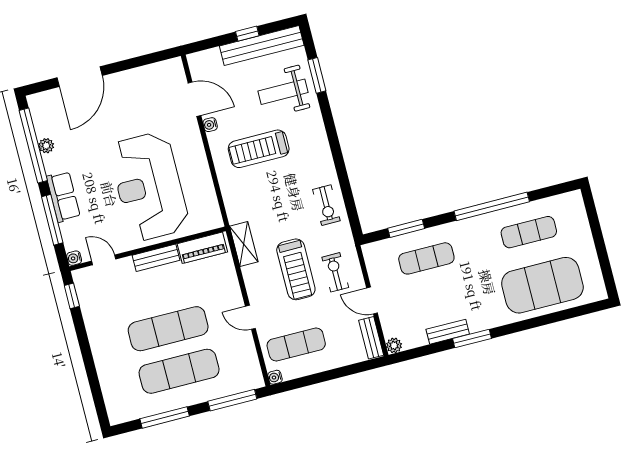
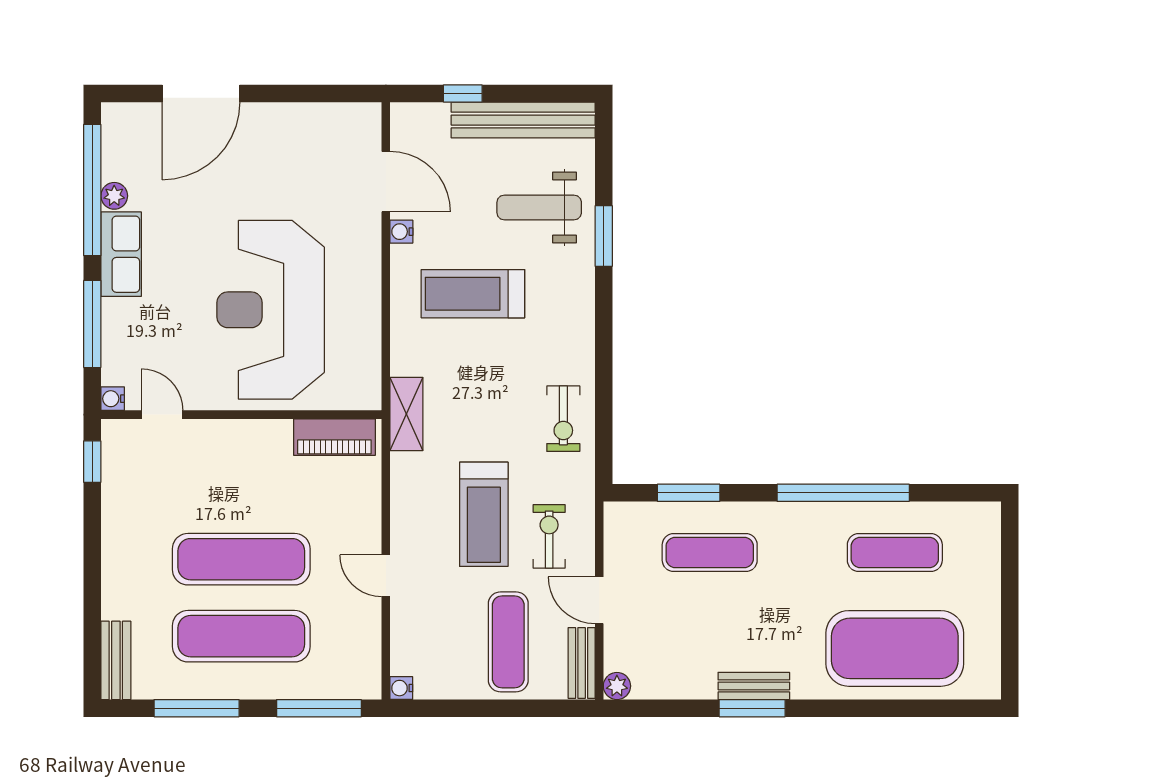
window: (247, 34) -> (463, 94), moved
window: (317, 75) -> (604, 236), moved
row of seats: (63, 197) -> (121, 254), moved
shelving: (244, 244) -> (406, 414), moved
bench: (156, 258) -> (116, 660), moved, turned 90
bench: (448, 332) -> (754, 686), moved
exercise mat: (296, 345) -> (508, 642), moved, turned 90

